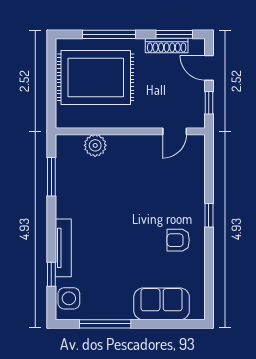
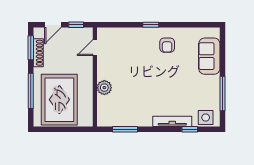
door: (175, 131) -> (95, 48), swing flipped
plant: (95, 145) -> (104, 88), moved

